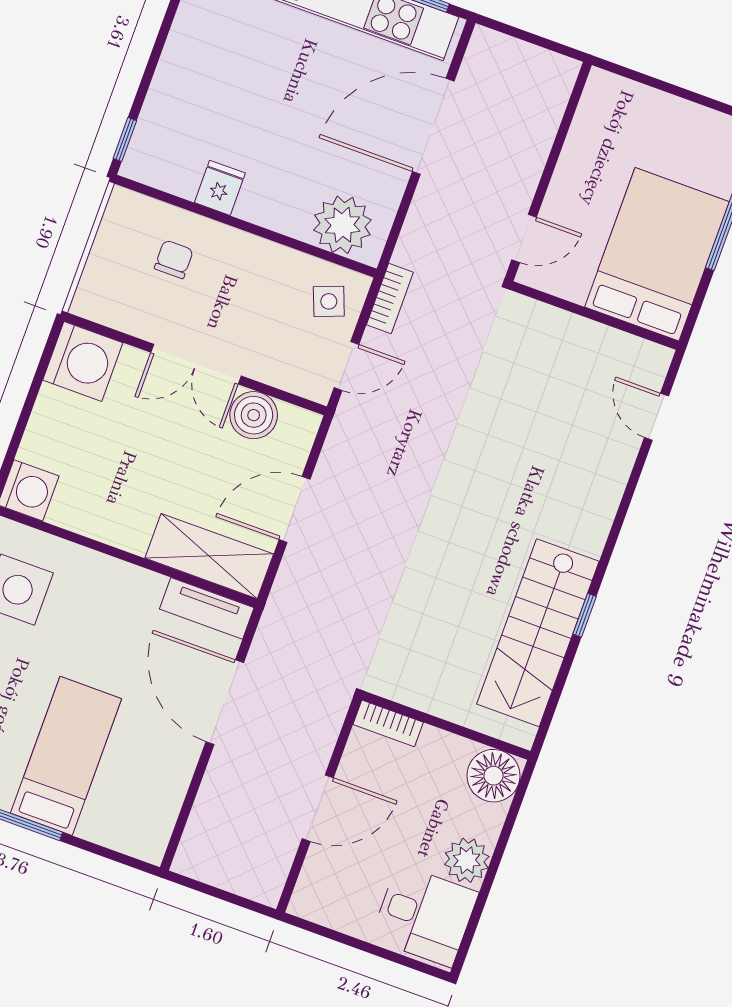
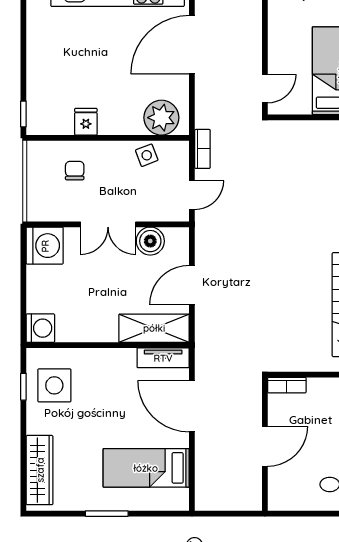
side table: (329, 301) -> (147, 155), moved
bed: (66, 756) -> (146, 468), moved, turned -90

